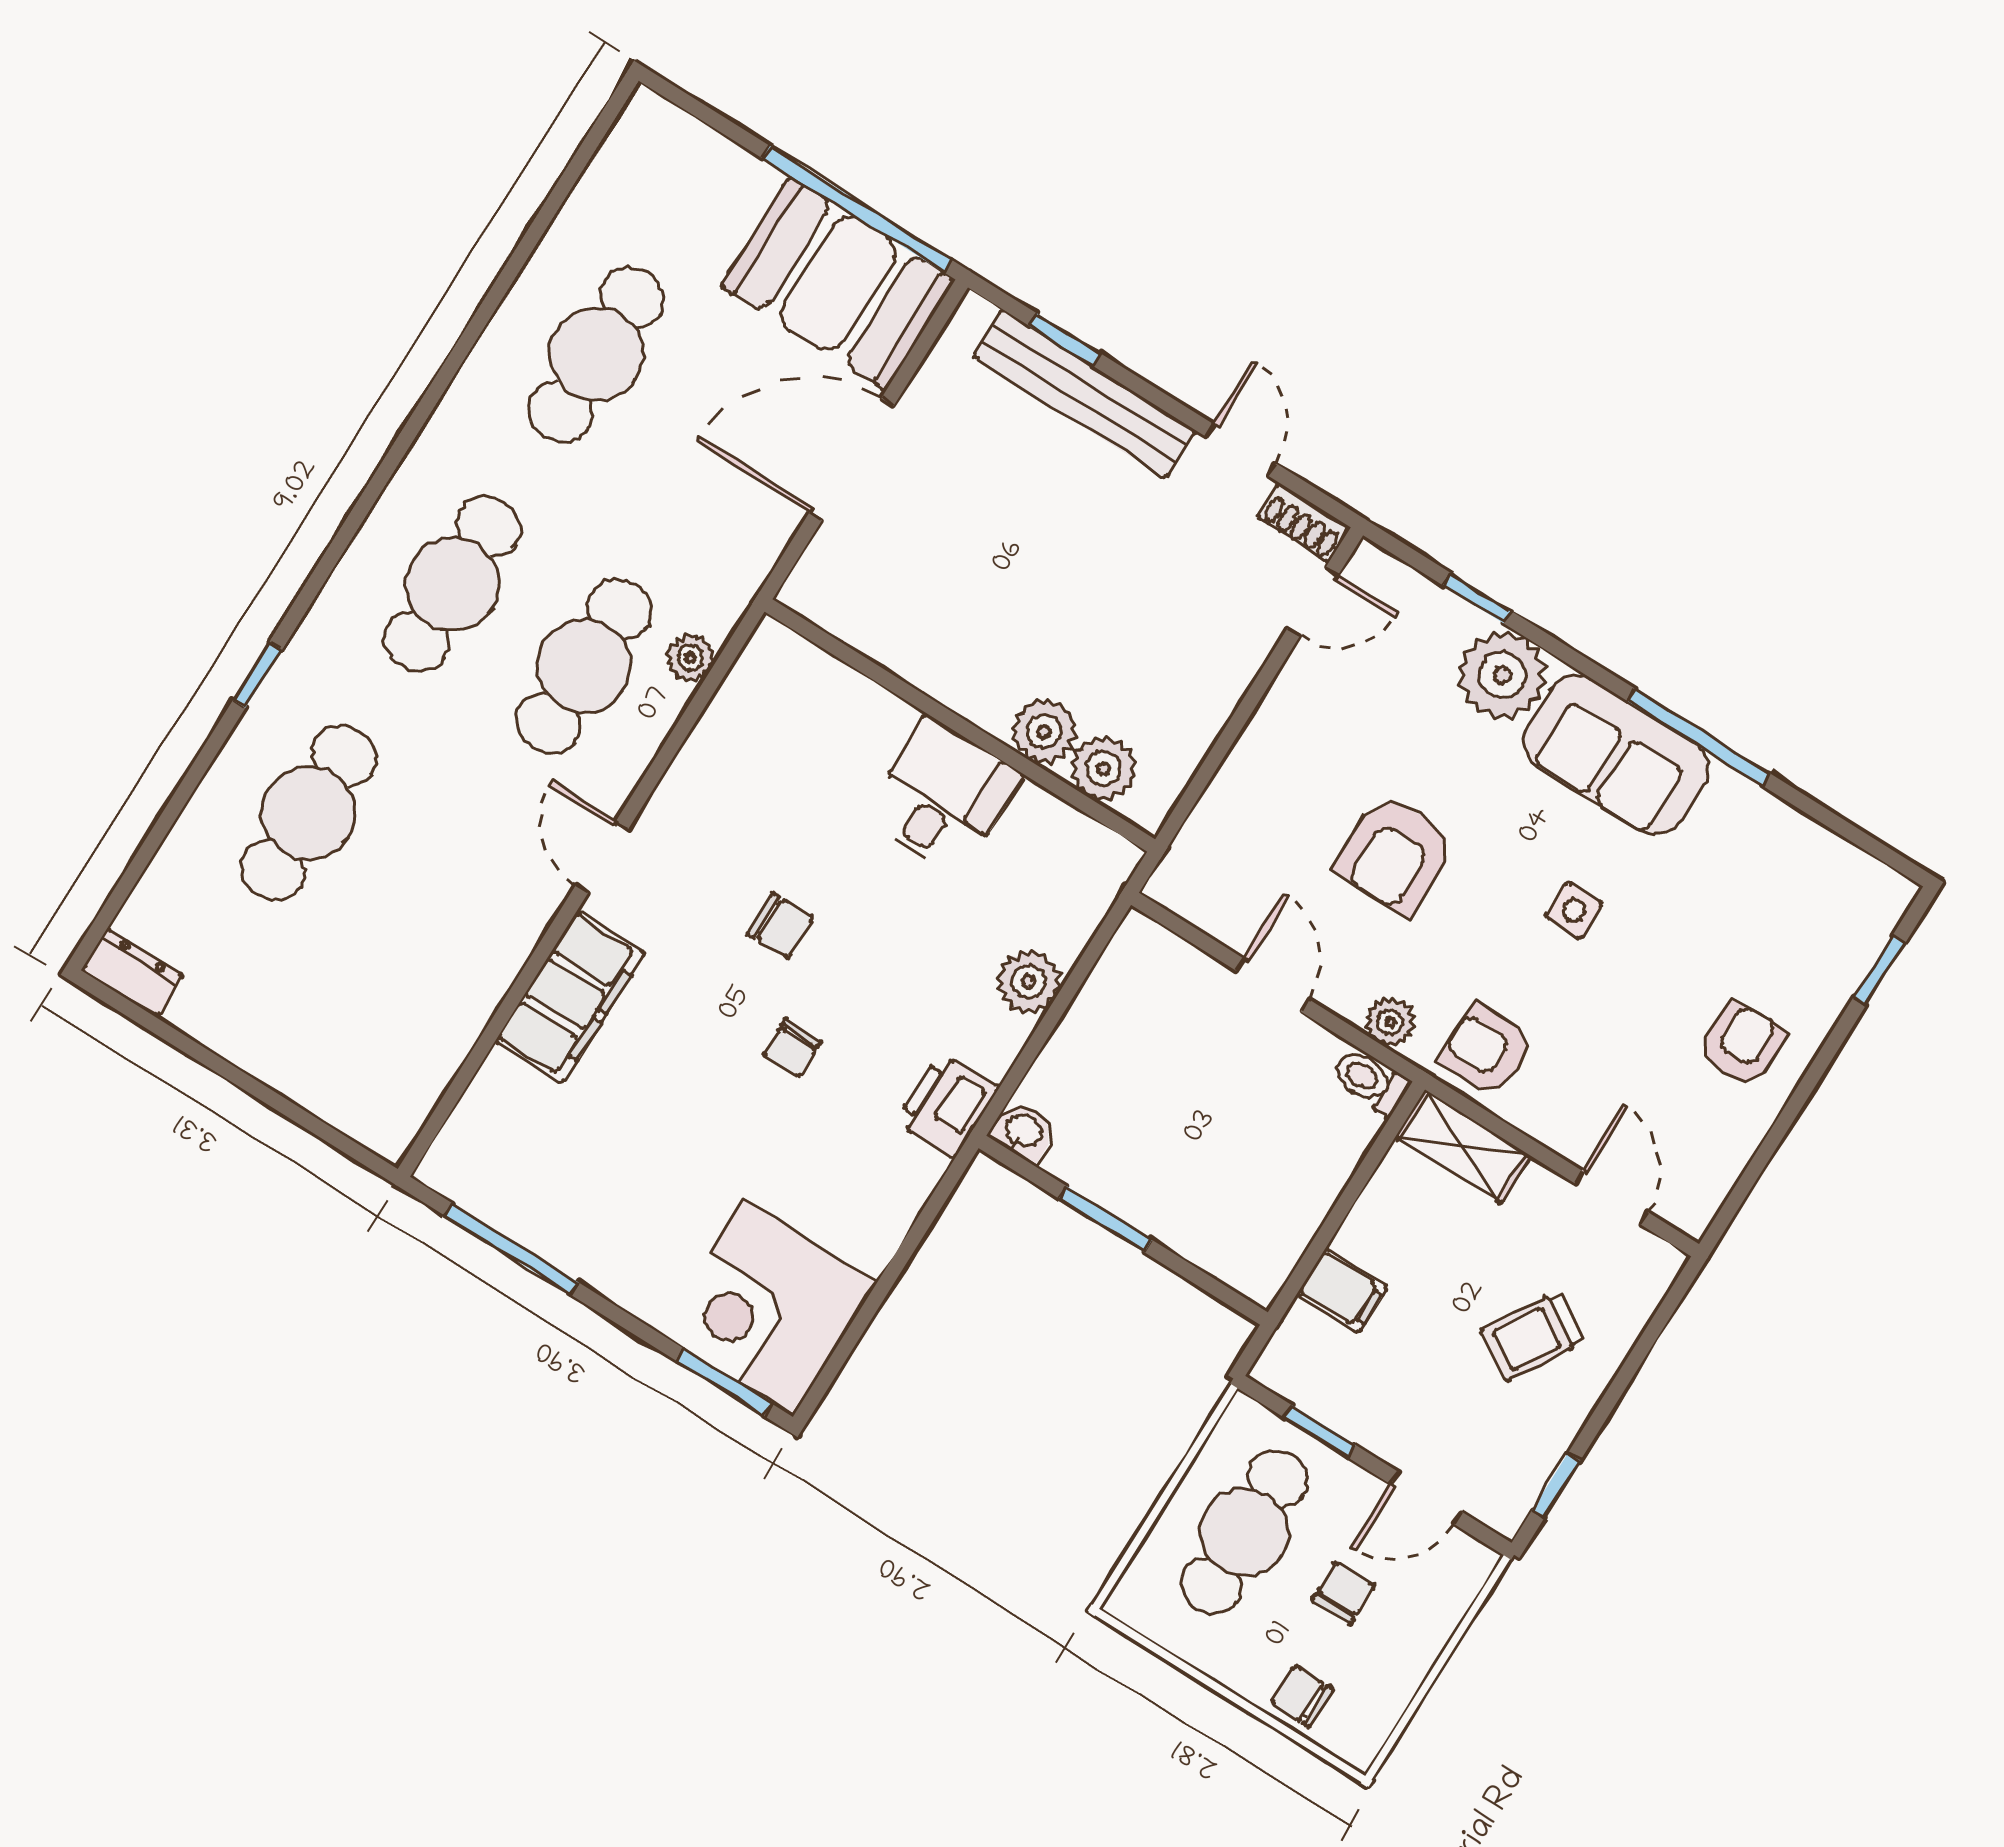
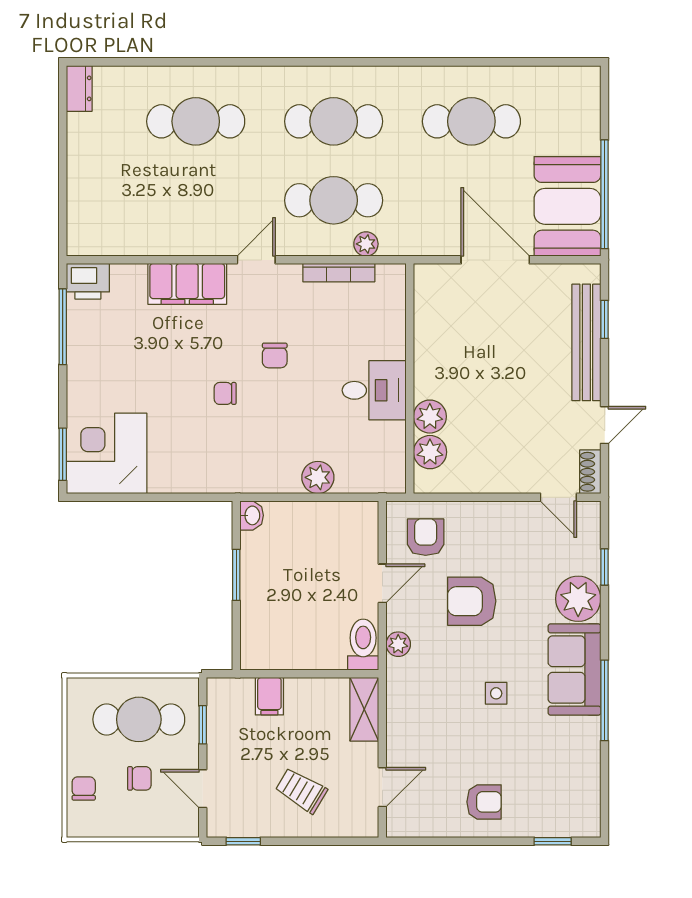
window: (257, 675) -> (241, 62), removed
bookcase: (710, 733) -> (339, 273), added
armchair: (1486, 1050) -> (426, 537), moved
toilet: (1370, 1081) -> (363, 645), width x1.37, depth x1.39
printer: (947, 1105) -> (88, 281), moved, turned 180

